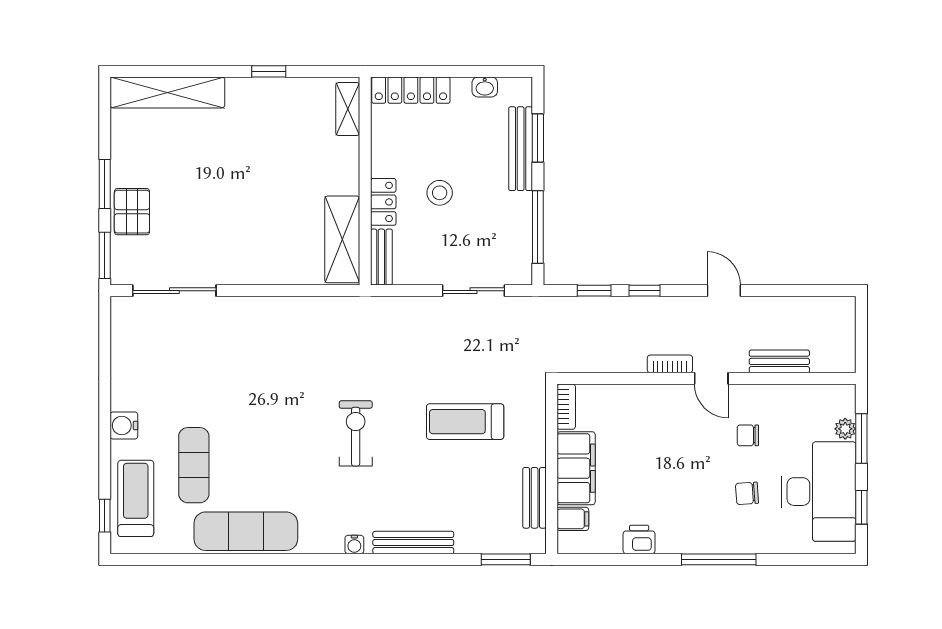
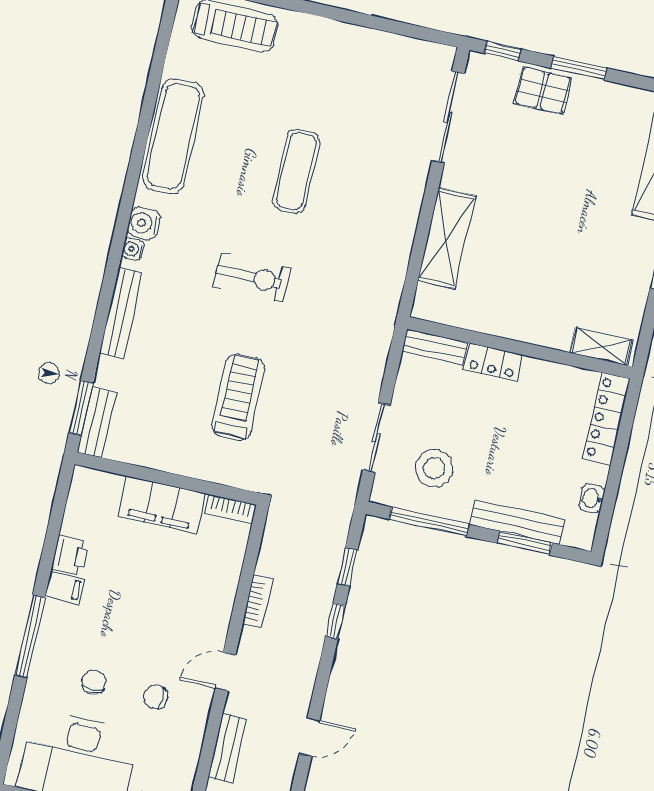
stool: (440, 193) -> (434, 468), moved, width x1.38, depth x1.38
shelving: (342, 239) -> (447, 238), moved, turned 90
window: (105, 255) -> (502, 51), width x0.67
door: (724, 291) -> (310, 737), moved
bookcase: (670, 364) -> (257, 601), moved
water cooler: (124, 425) -> (144, 223), moved, turned -90
chair: (748, 435) -> (156, 697), turned -90
exercise mat: (194, 465) -> (296, 171), moved, turned 90
bench: (535, 498) -> (97, 423), moved, turned 90
filing cabinet: (573, 519) -> (65, 588), moved, turned -90

